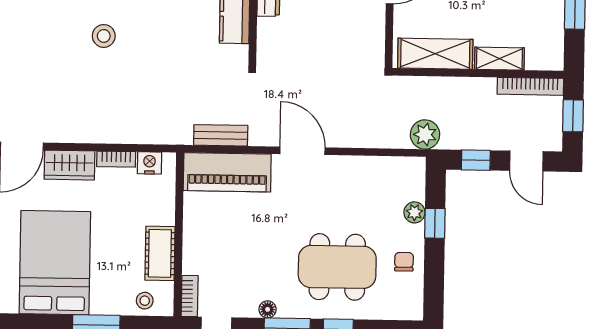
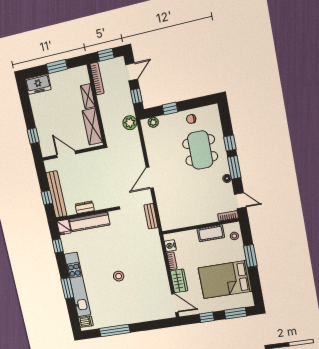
piano: (227, 172) -> (167, 210), removed
plant: (414, 212) -> (153, 122), moved

